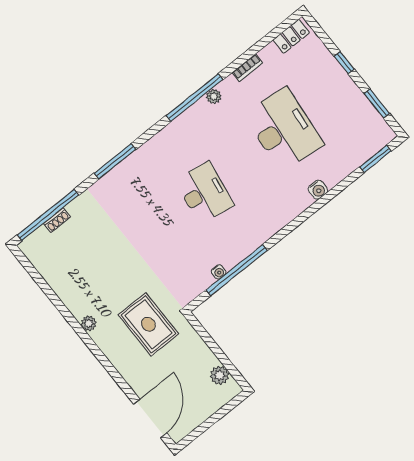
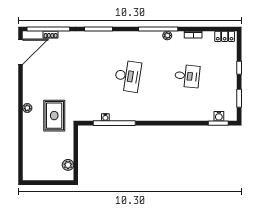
desk: (284, 129) -> (187, 76), width x0.53, depth x0.77
water cooler: (318, 190) -> (219, 116), moved
plant: (89, 323) -> (27, 108), moved
door: (150, 419) -> (21, 52), moved

